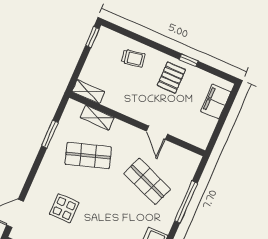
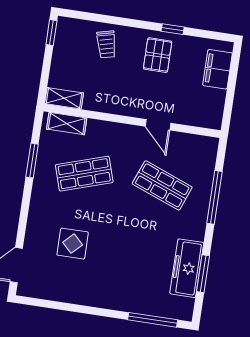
trolley: (133, 58) -> (106, 44), turned 86
shelving: (97, 118) -> (67, 124), moved

